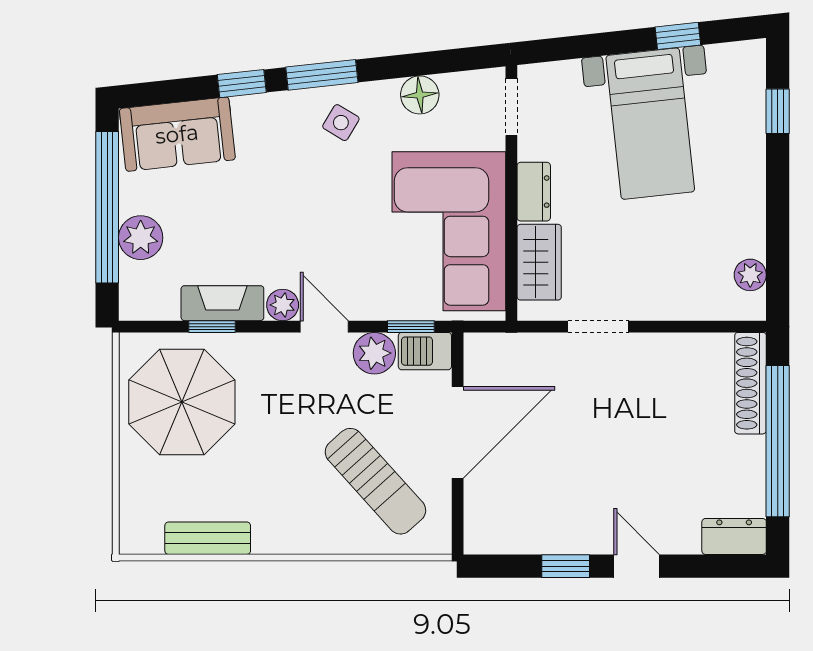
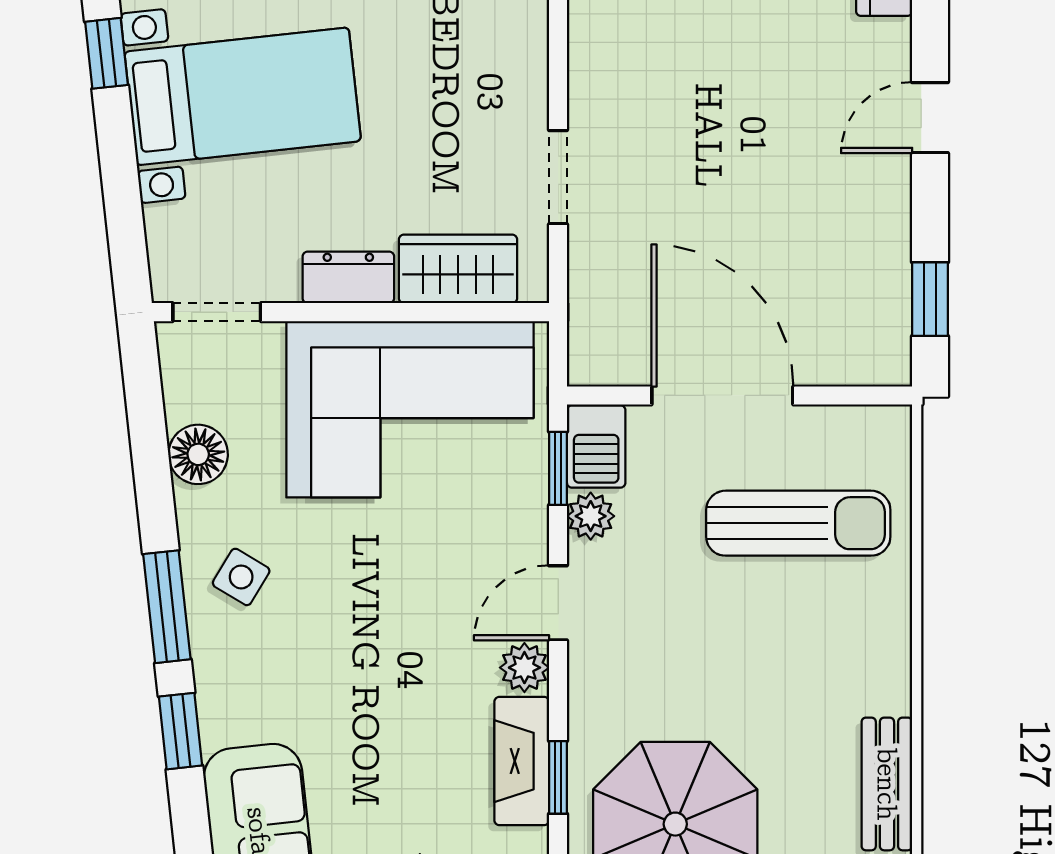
plant: (374, 353) -> (591, 516), width x0.73, depth x0.73
sun lounger: (375, 481) -> (798, 523), turned 42
window: (566, 566) -> (930, 299), moved

